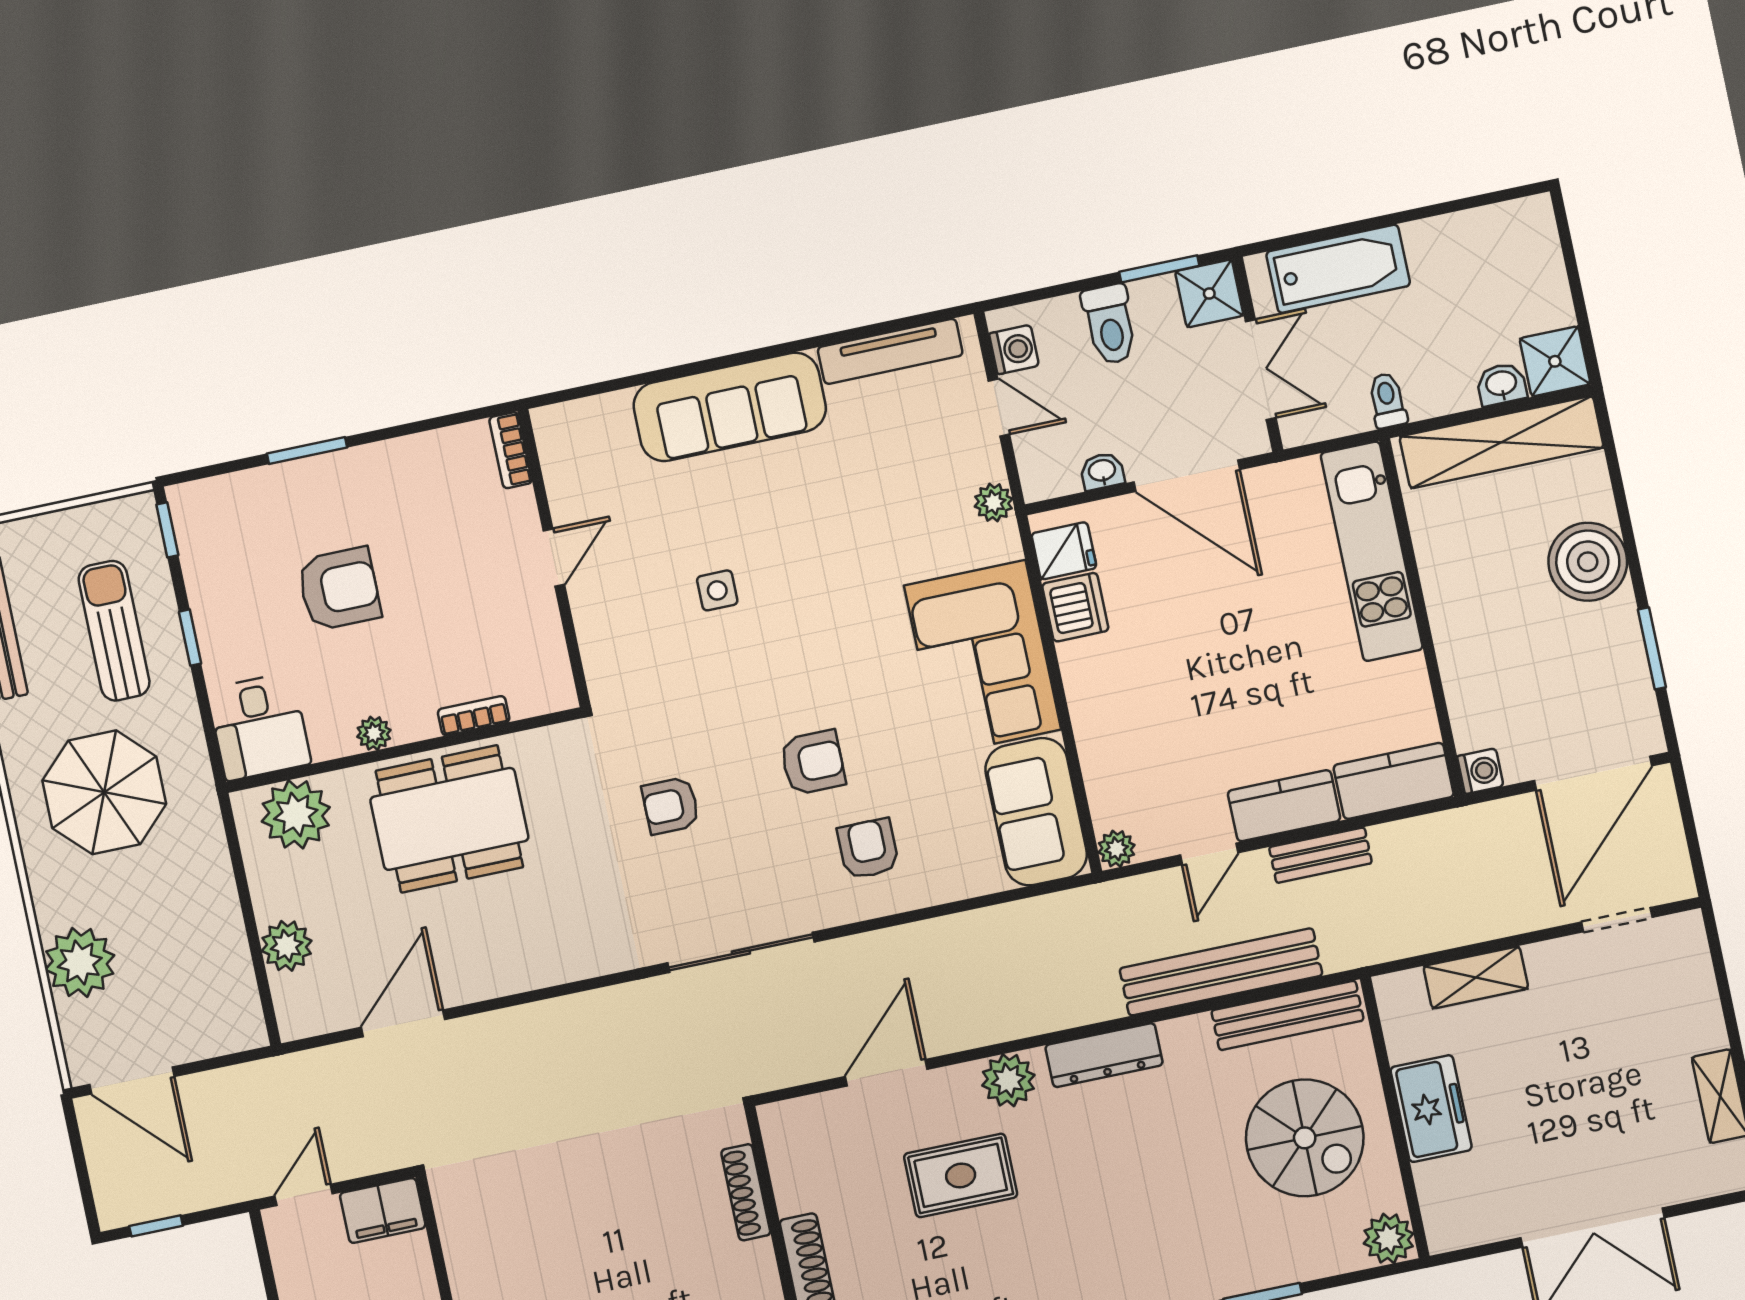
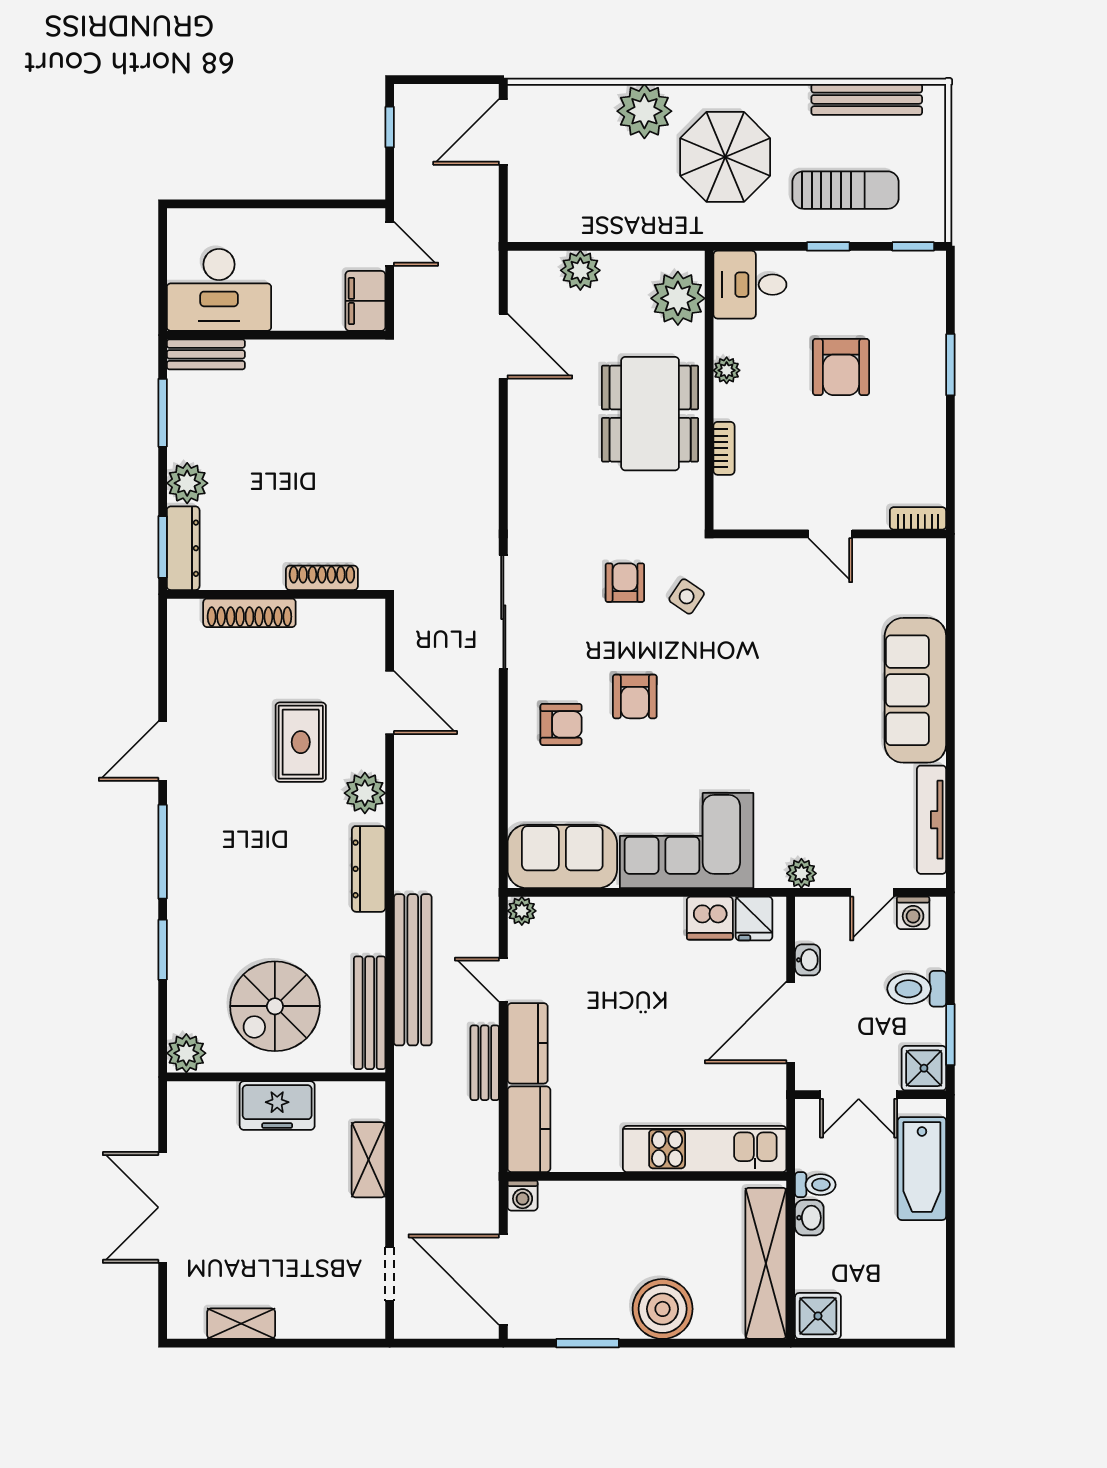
washbasin: (1501, 384) -> (809, 1218), moved
side table: (717, 590) -> (687, 596), moved, turned 34
plant: (80, 963) -> (644, 111), moved

